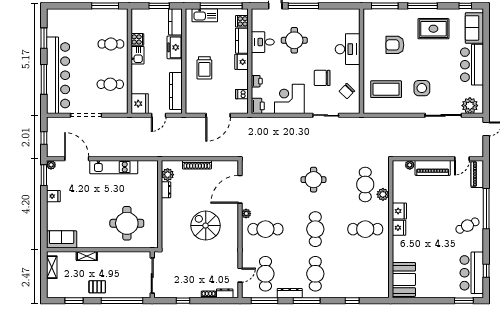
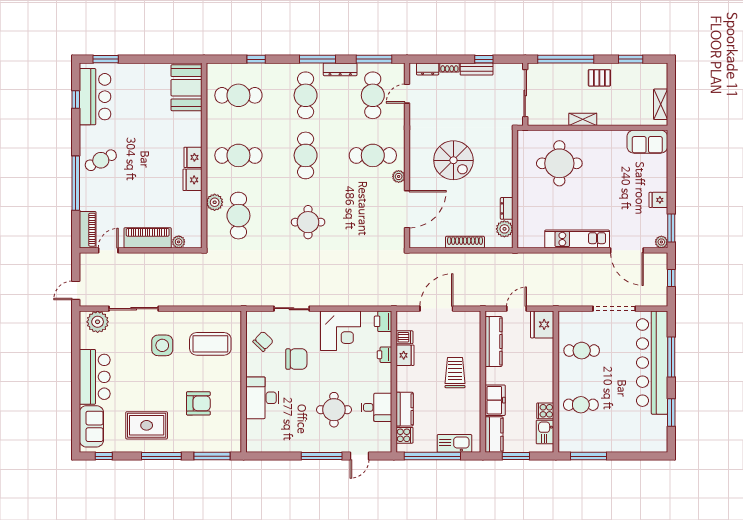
kitchen sink: (138, 55) -> (545, 432), moved
fridge: (242, 62) -> (405, 355), moved
shelving: (87, 256) -> (583, 119), moved
cafe table: (365, 274) -> (238, 95), added
bench: (188, 293) -> (477, 69), added

